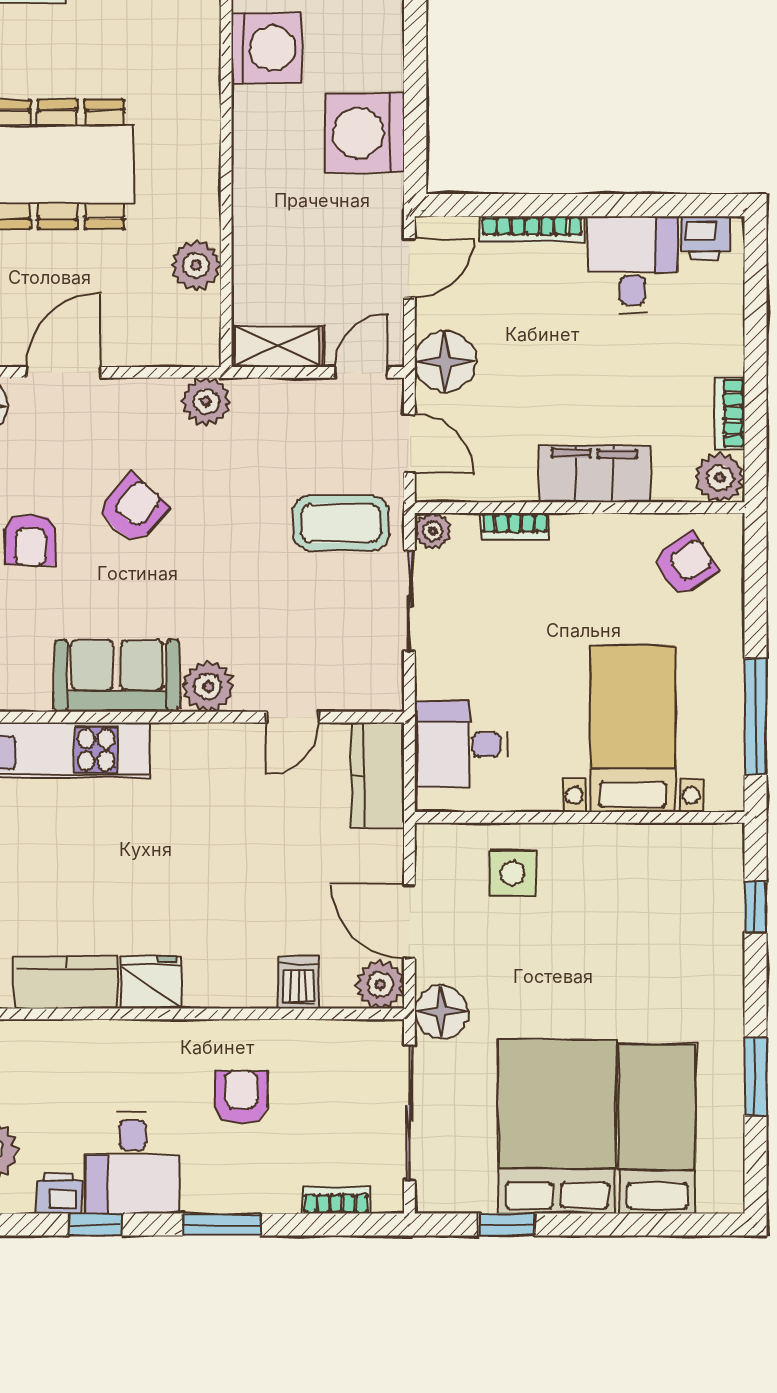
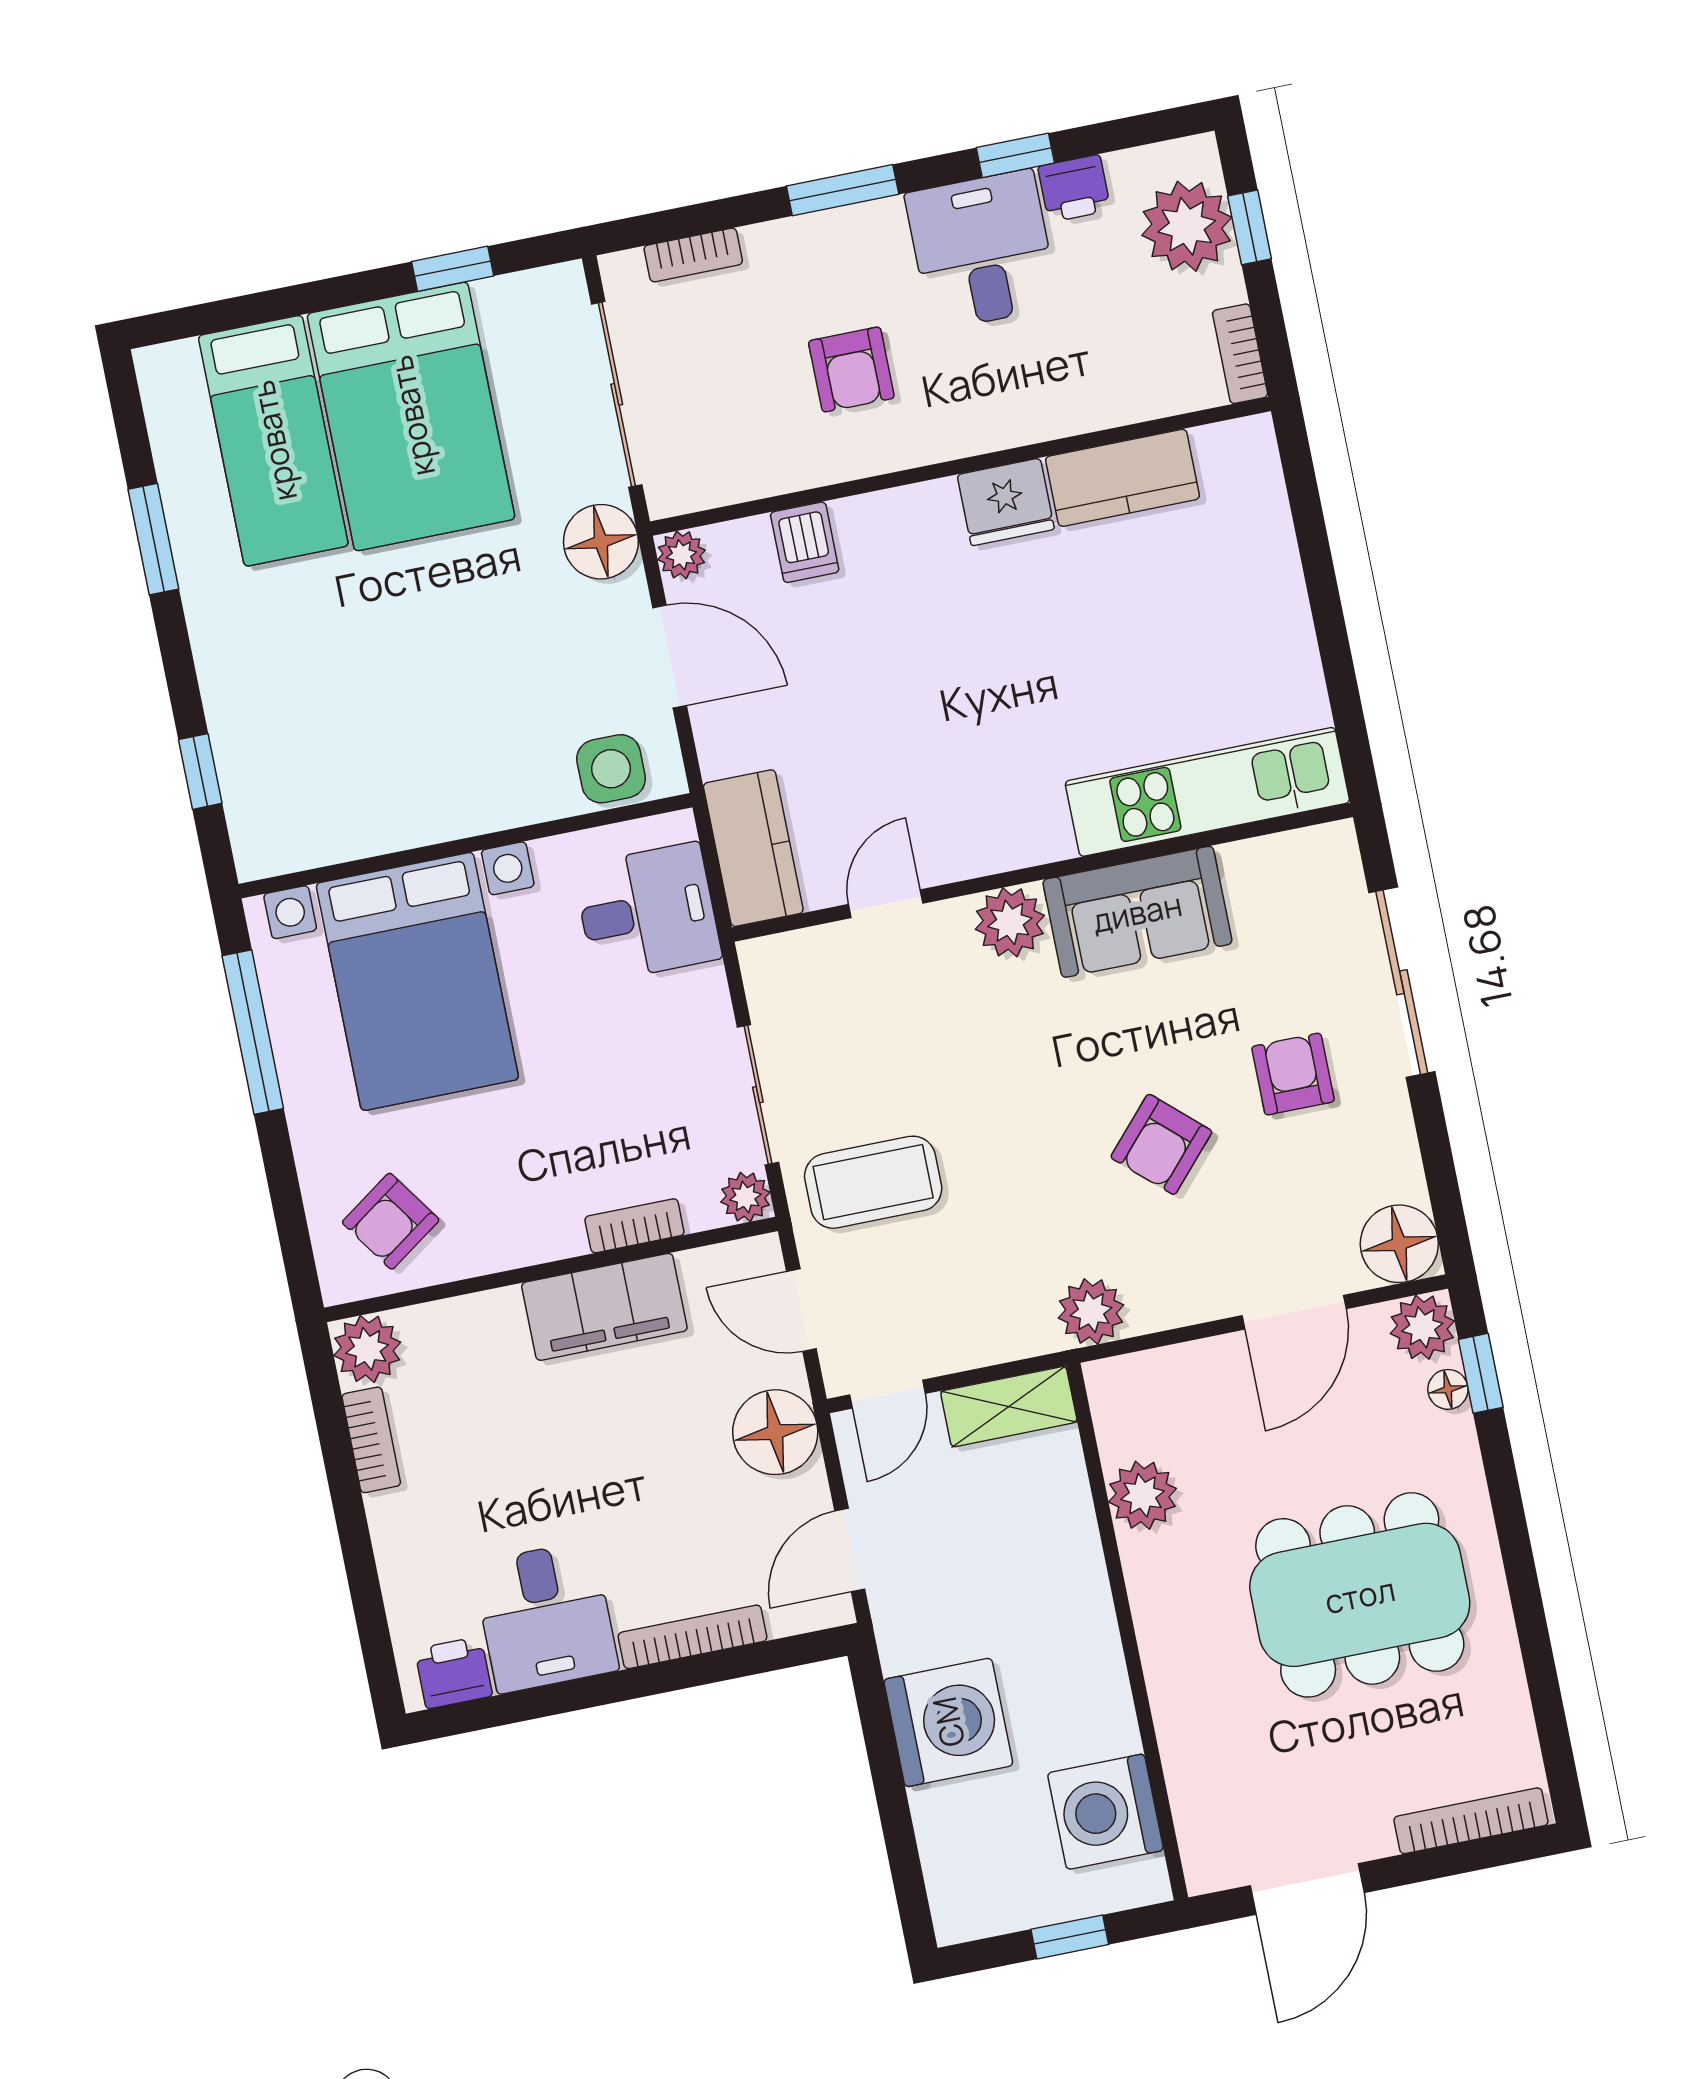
filing cabinet: (594, 474) -> (604, 1307), moved
bed with nightstands: (633, 729) -> (417, 981), width x1.36
side table: (513, 873) -> (611, 769), moved
plant: (380, 985) -> (681, 555), width x0.73, depth x0.73

